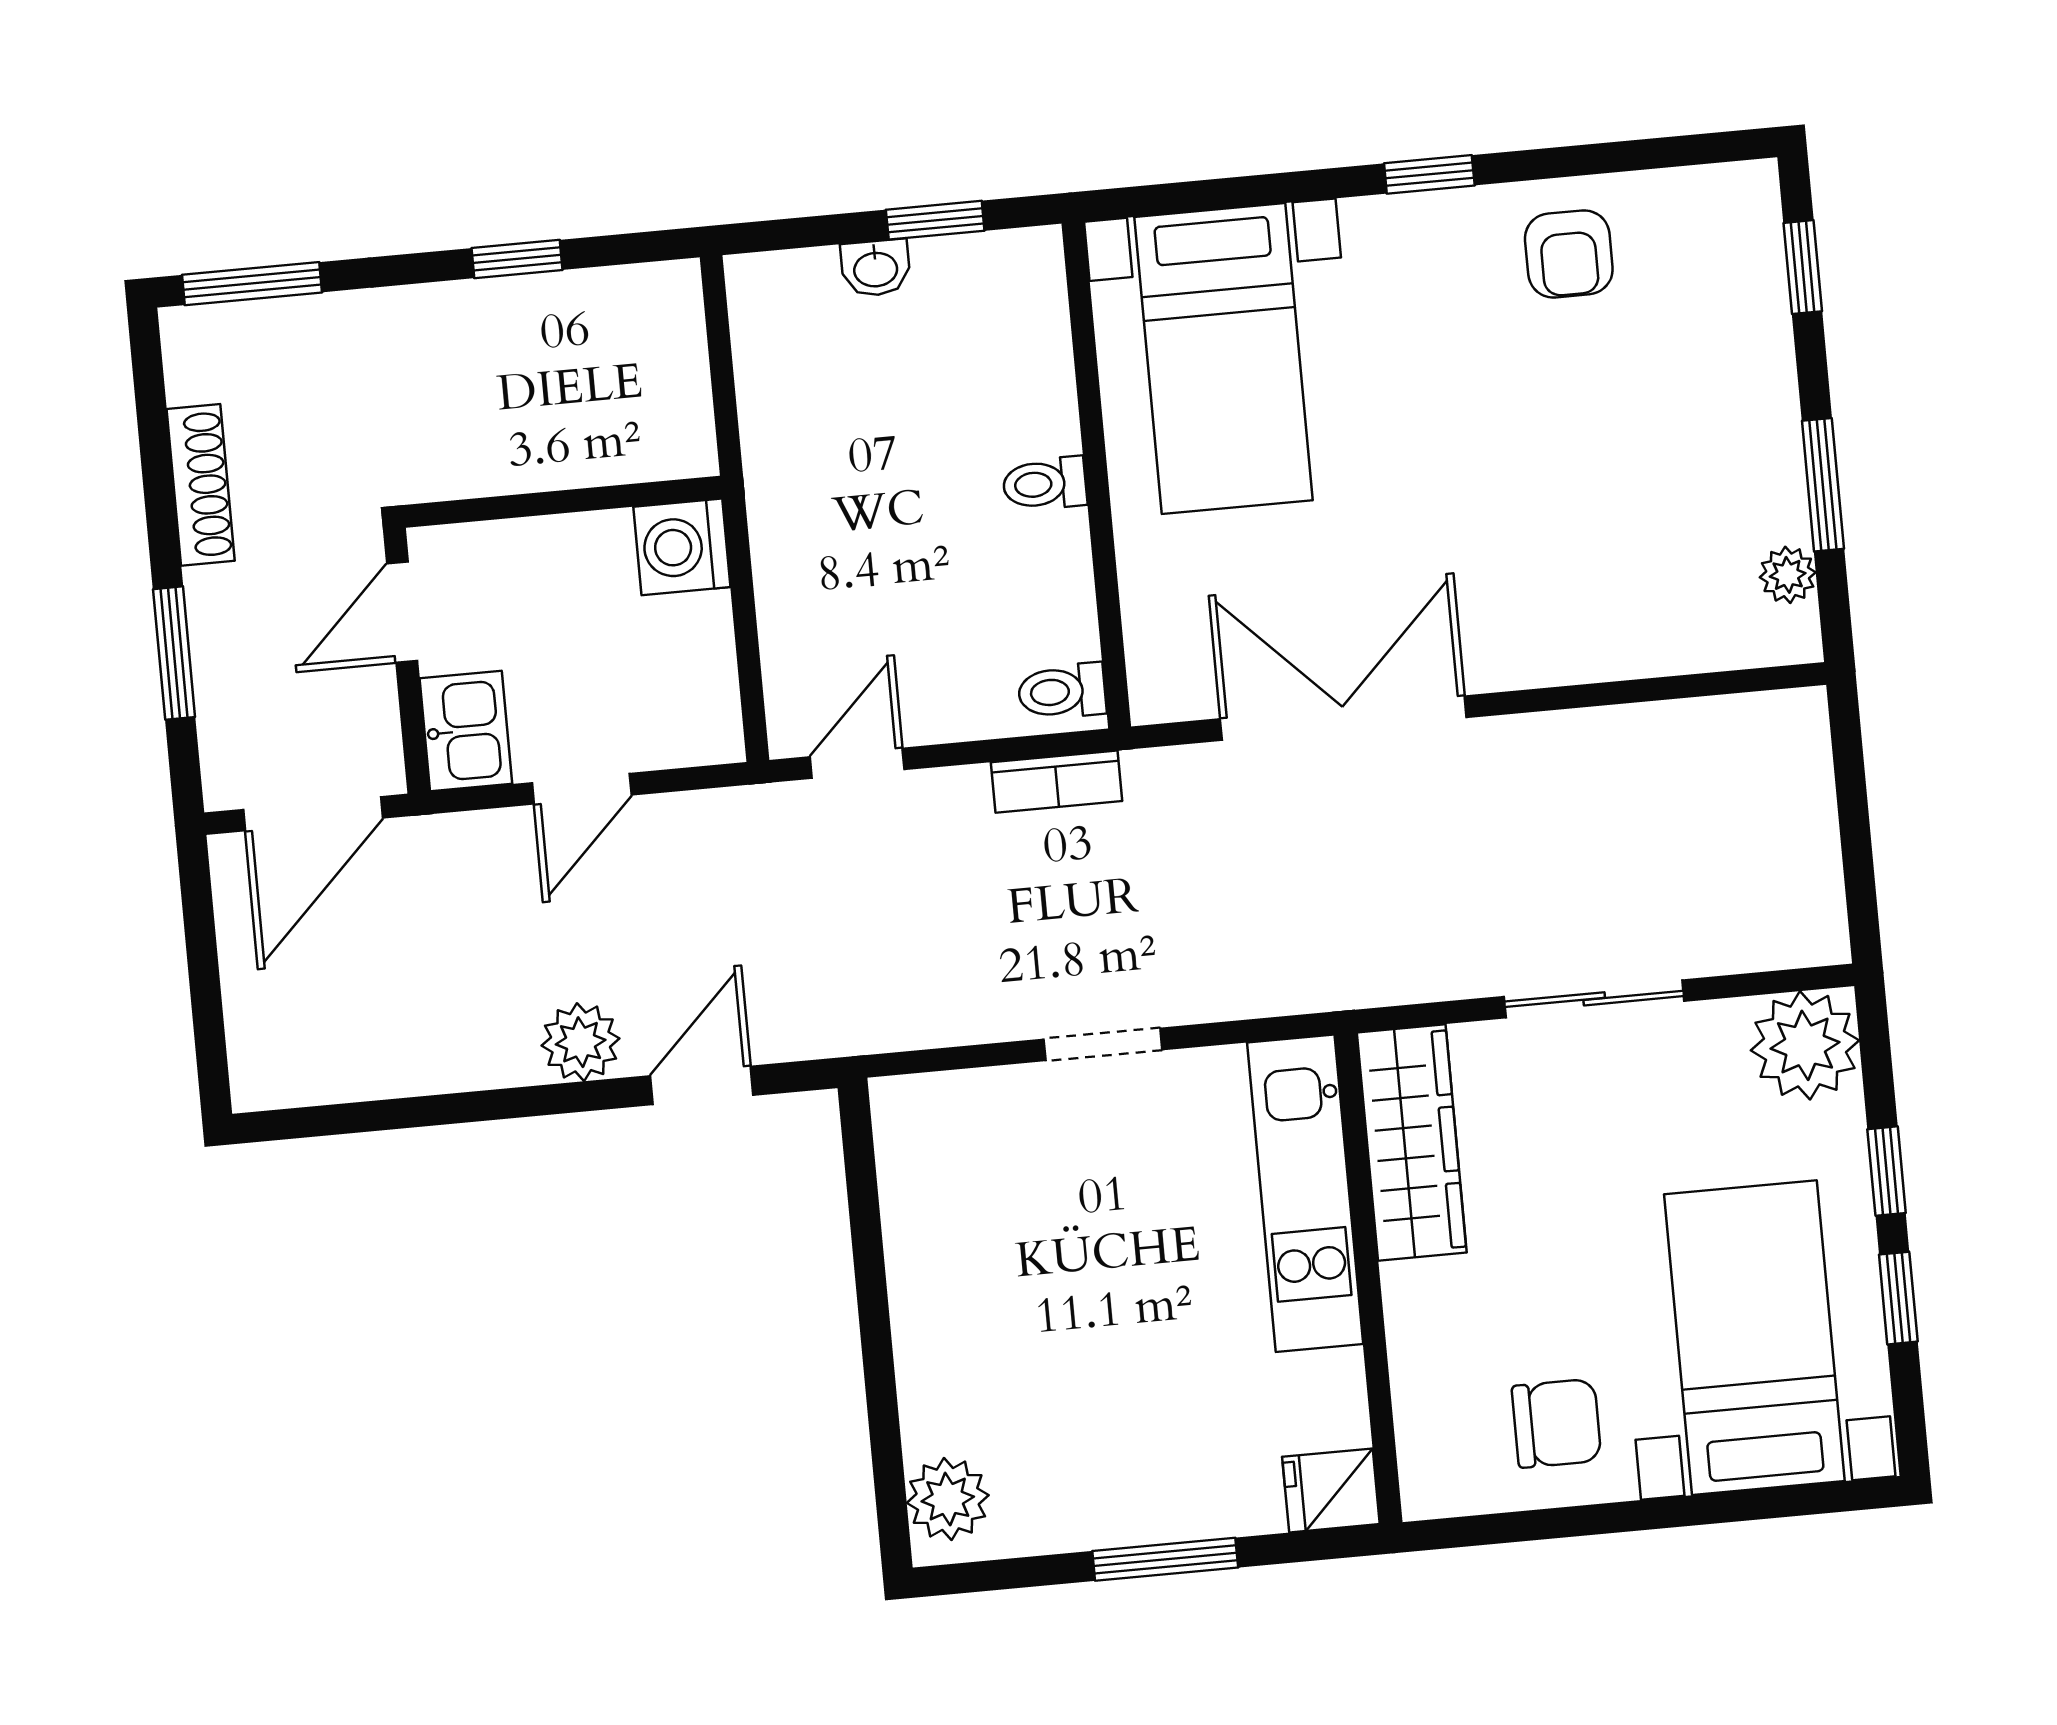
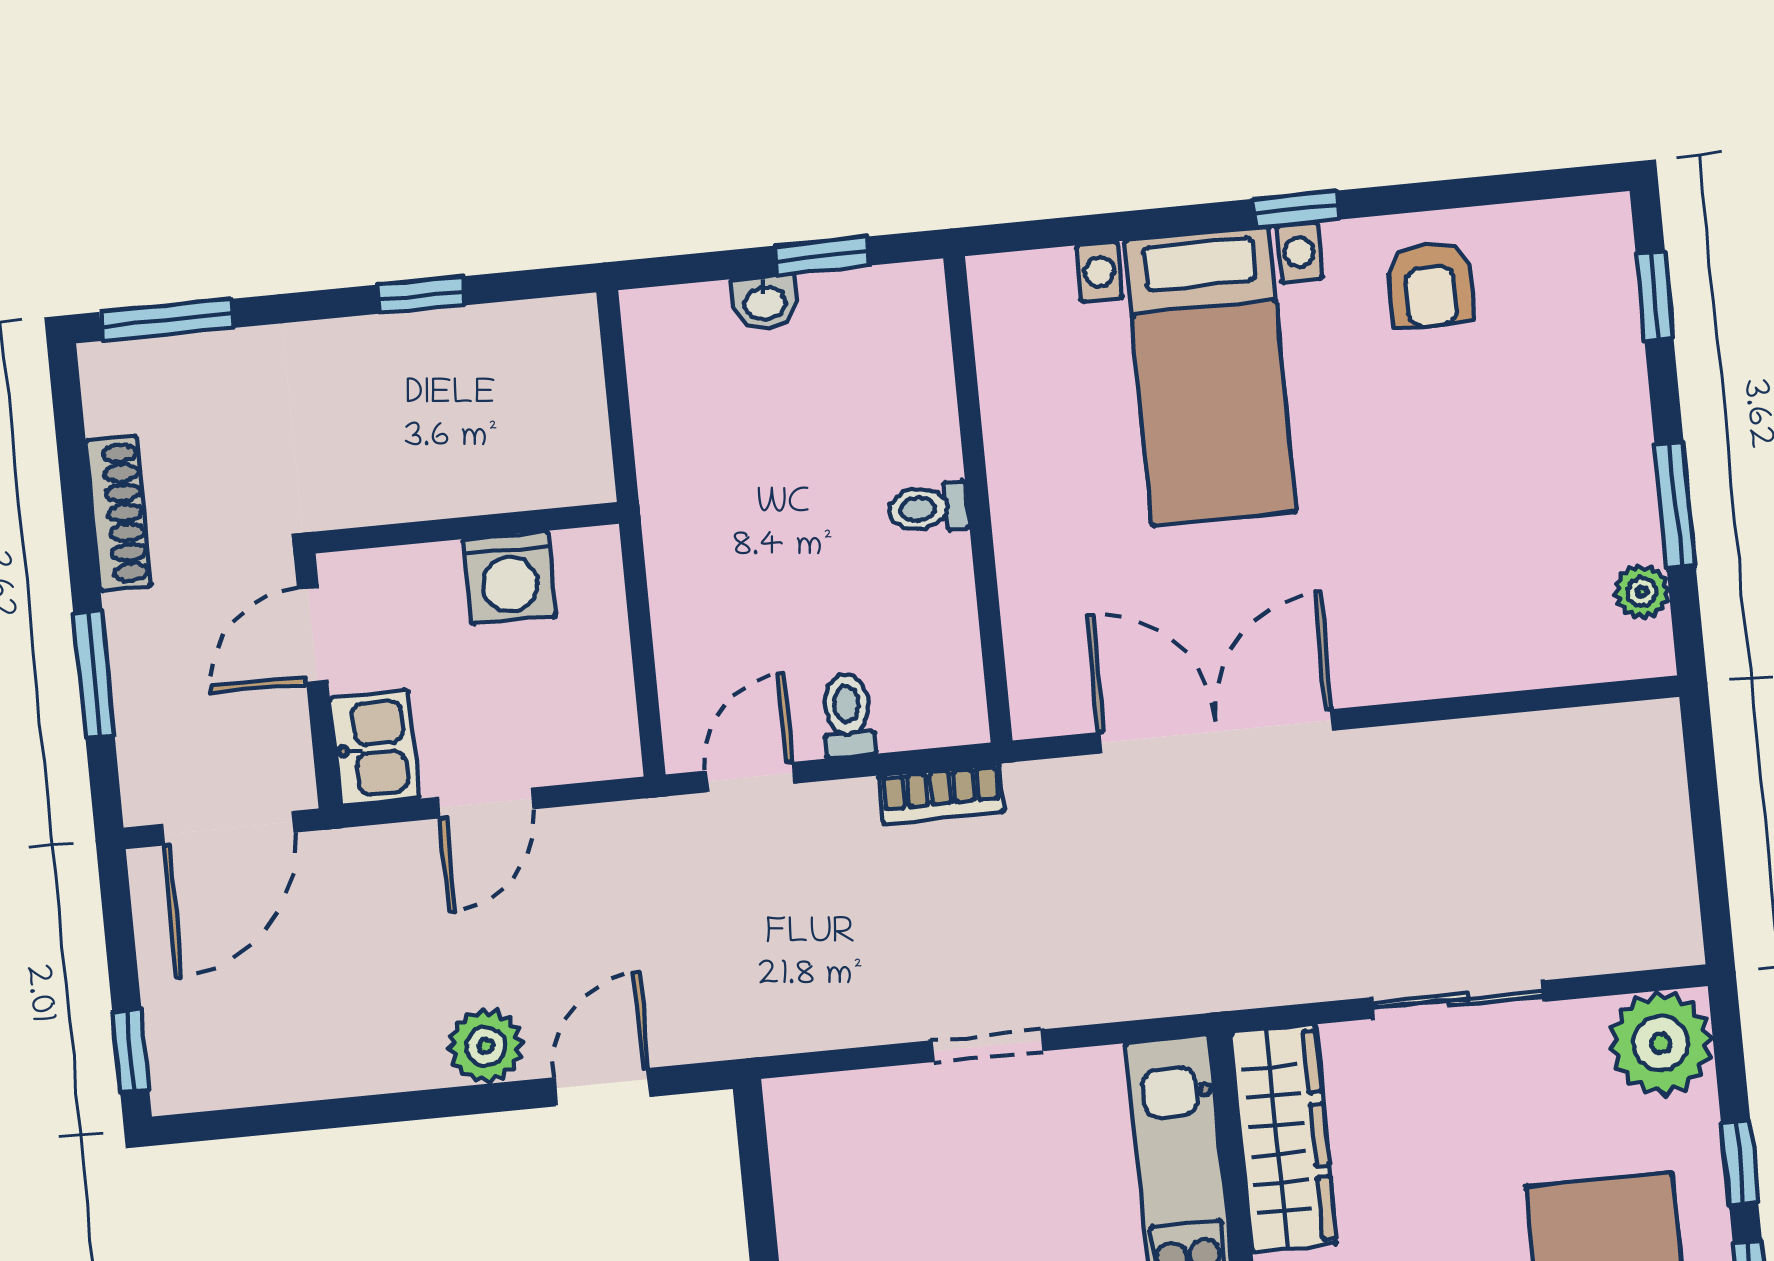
bed with nightstands: (1224, 359) -> (1210, 376), moved
washing machine: (682, 547) -> (509, 577), moved, turned -90
toilet: (1062, 691) -> (847, 715), moved, turned 90
window: (211, 1045) -> (131, 1051), added

